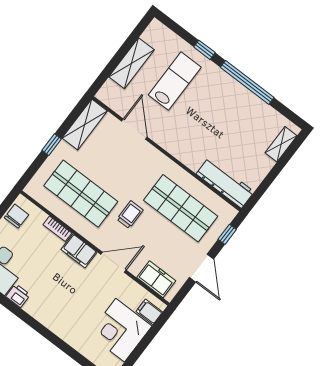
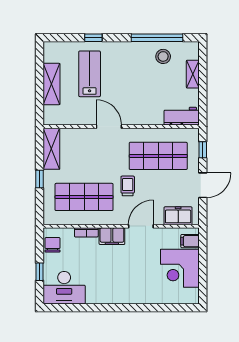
window: (247, 82) -> (157, 38), moved
stool: (257, 118) -> (163, 56), added
door: (134, 129) -> (109, 127), moved
shelving: (281, 144) -> (193, 74), moved
workbench: (225, 183) -> (182, 116), width x0.73
door: (201, 268) -> (203, 185), hinge flipped
printer: (18, 296) -> (94, 297), removed

